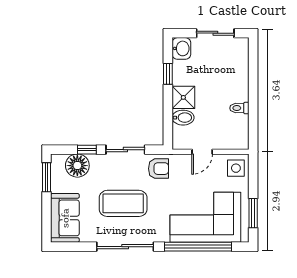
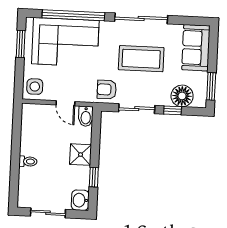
toilet: (239, 108) -> (28, 161), moved
bidet: (183, 118) -> (86, 116), moved, turned -90
door: (202, 152) -> (65, 103), swing flipped

